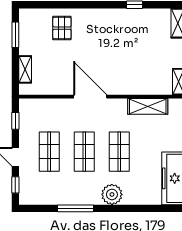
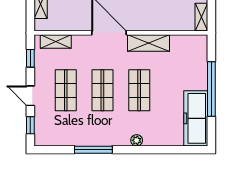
shelving: (40, 105) -> (56, 42), added
shelving: (148, 106) -> (149, 43), moved
plant: (112, 194) -> (137, 140), width x0.53, depth x0.53

